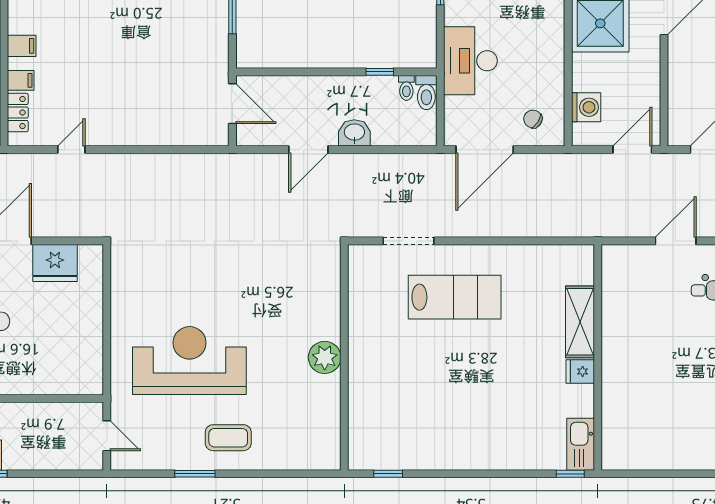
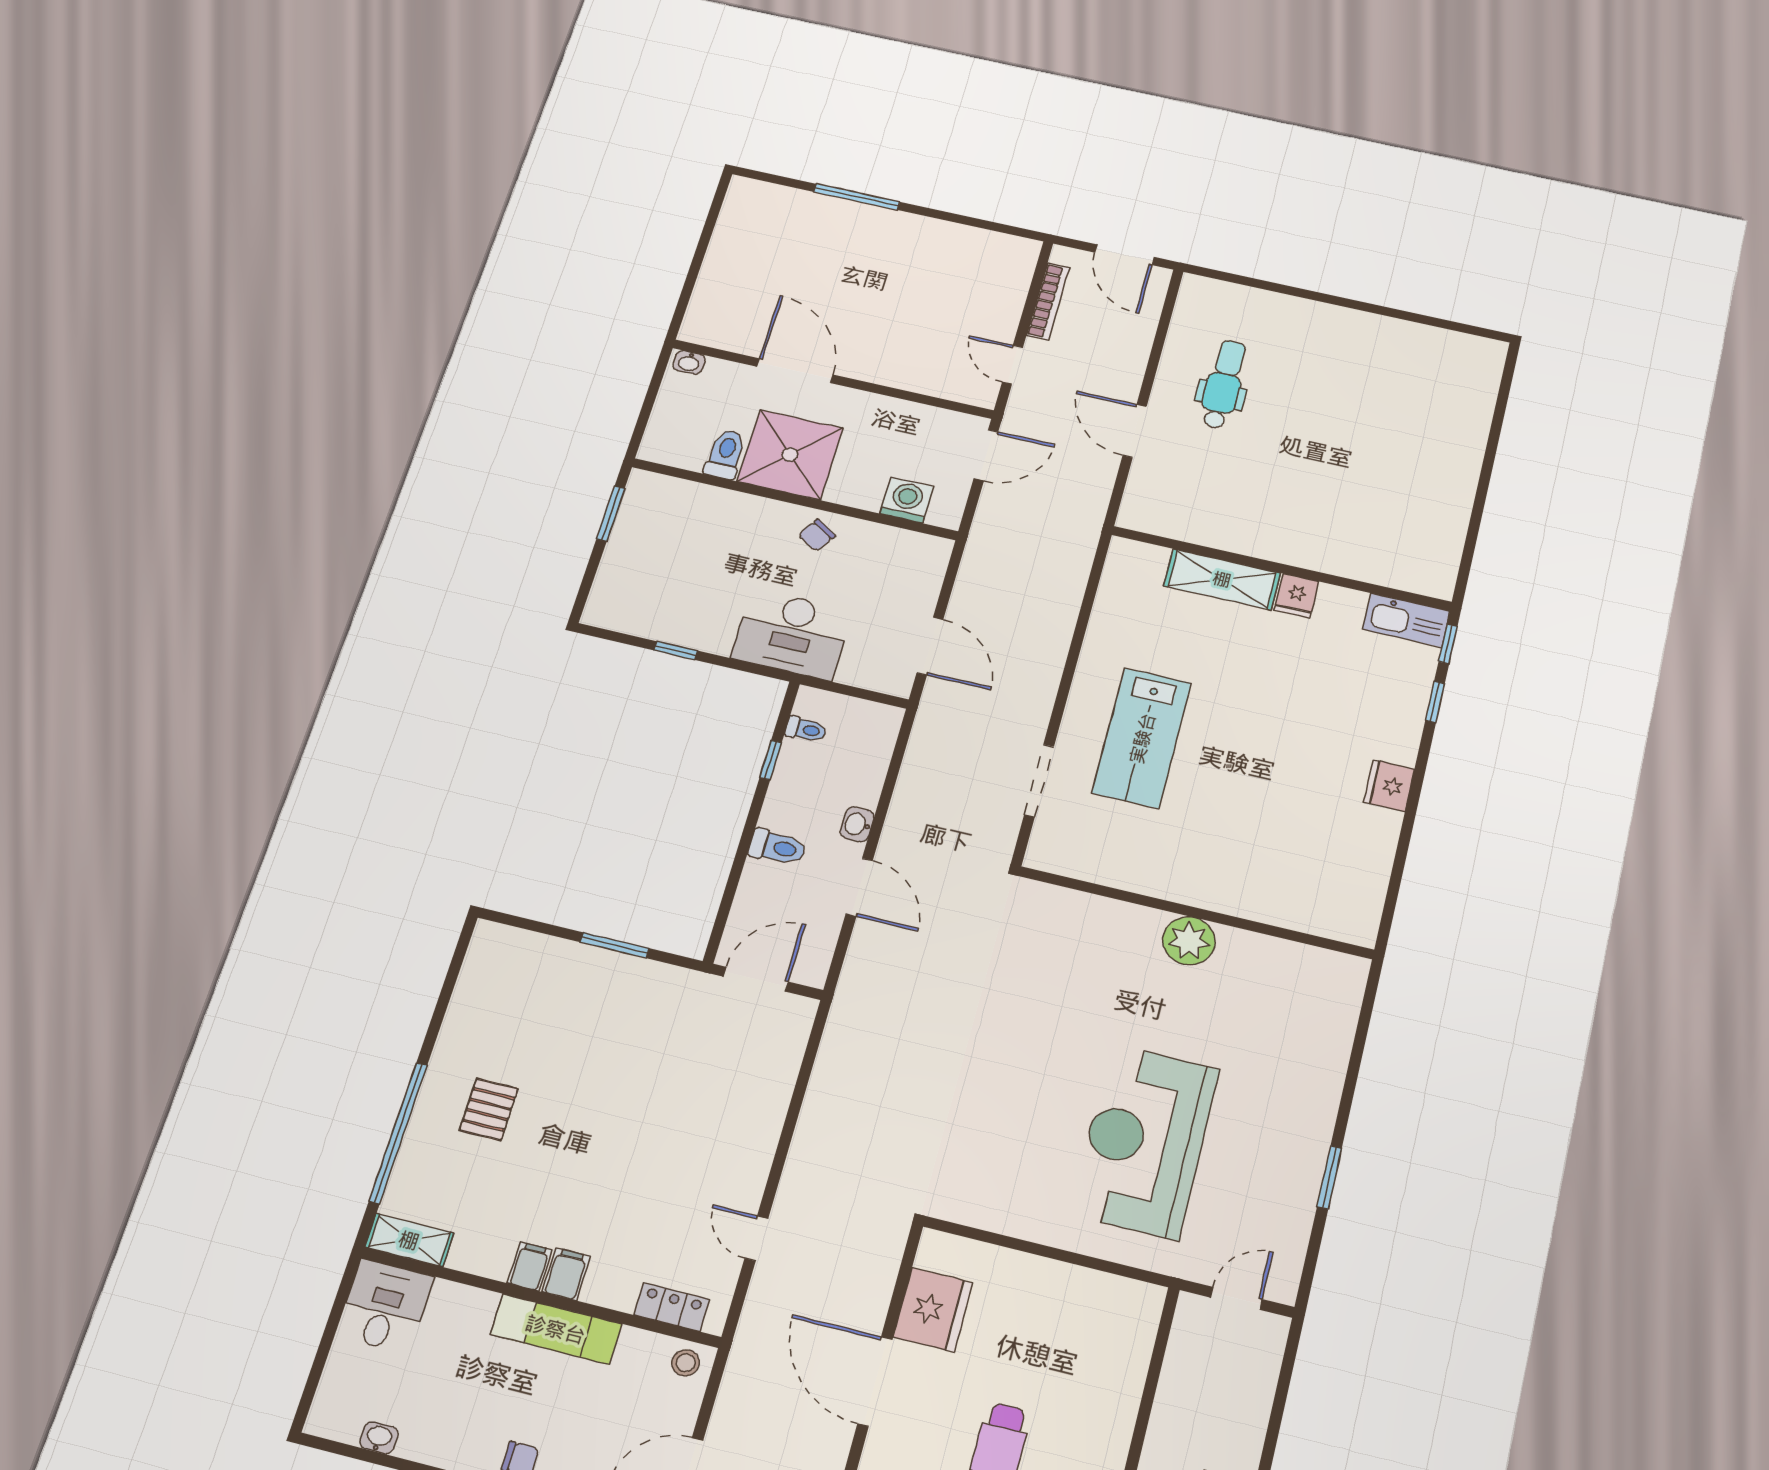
filing cabinet: (21, 80) -> (530, 1266), moved
toilet: (426, 92) -> (777, 847), moved
chair: (533, 119) -> (817, 535), moved
washbasin: (354, 133) -> (857, 824), width x0.72, depth x0.69
door: (485, 150) -> (930, 646), width x0.73
door: (632, 150) -> (986, 455), swing flipped
lab bench: (455, 297) -> (1142, 738), turned 180
coffee table: (228, 438) -> (1282, 1113), removed
fridge: (461, 457) -> (1389, 786), added
window: (388, 474) -> (1435, 702), moved

